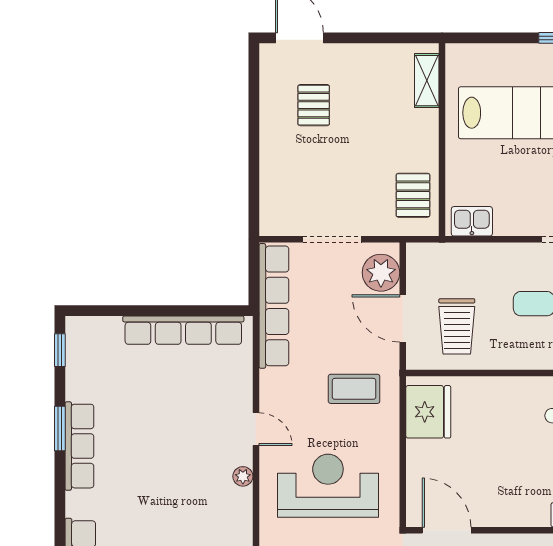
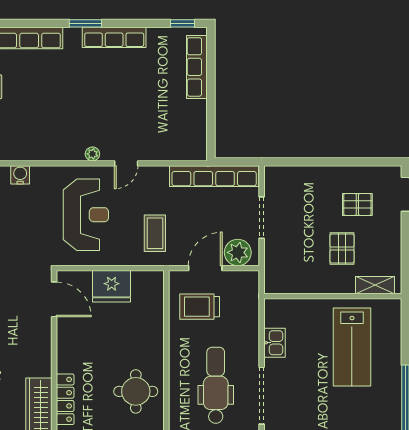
pallet: (413, 195) -> (342, 249), moved, turned 90
kitchen sink: (472, 221) -> (275, 343), moved
row of seats: (183, 330) -> (197, 67), moved, width x0.73
fridge: (428, 412) -> (112, 286), moved
window: (60, 429) -> (85, 23), moved
door: (447, 530) -> (54, 299), hinge flipped

